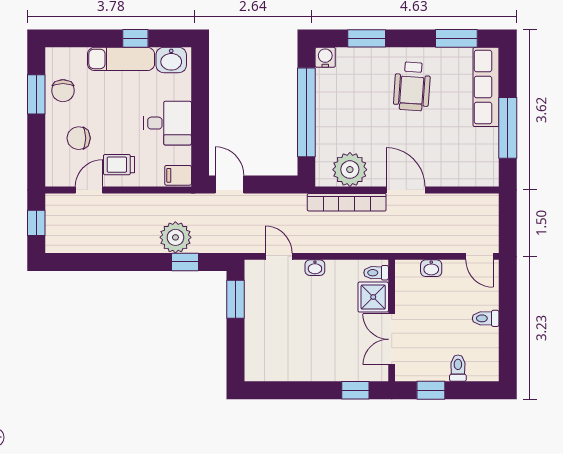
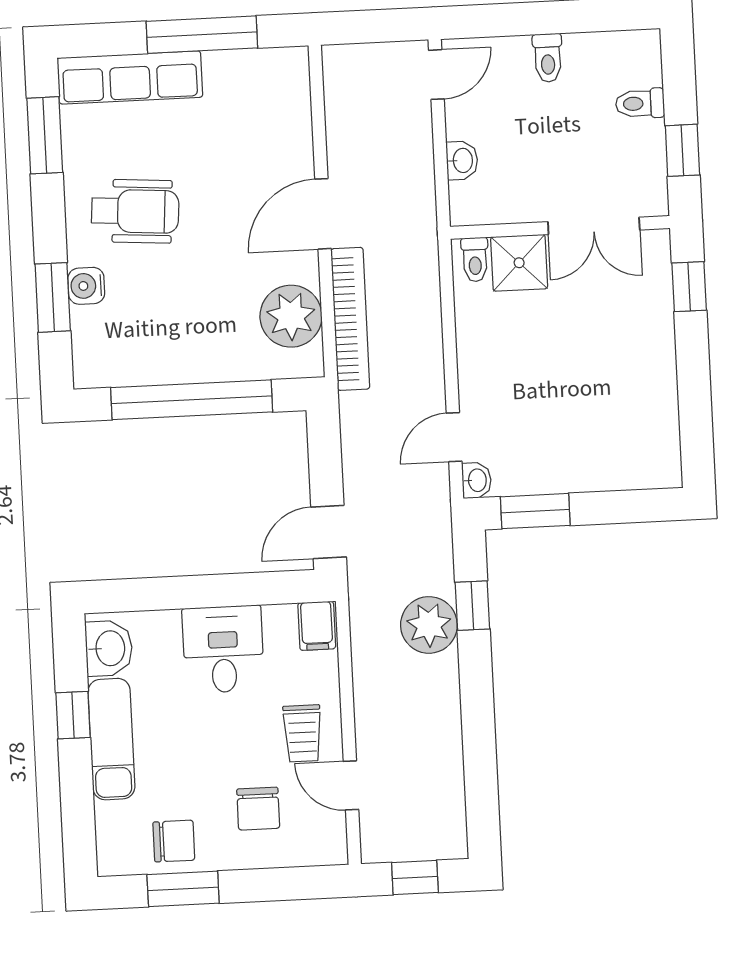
water cooler: (325, 57) -> (86, 286), moved
washbasin: (315, 268) -> (477, 480), moved

